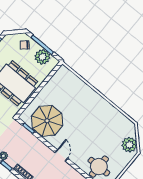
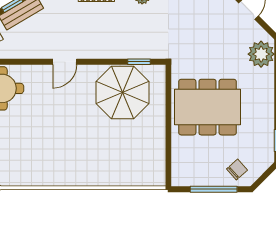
plant: (42, 57) -> (200, 173), removed
door: (61, 155) -> (65, 62), hinge flipped

